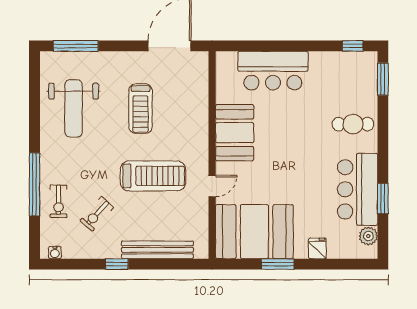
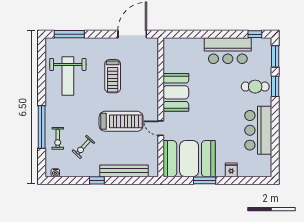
bar counter: (273, 71) -> (228, 51), moved
door: (212, 186) -> (161, 128), swing flipped
window: (383, 199) -> (275, 86), moved
plant: (368, 236) -> (265, 162), removed

